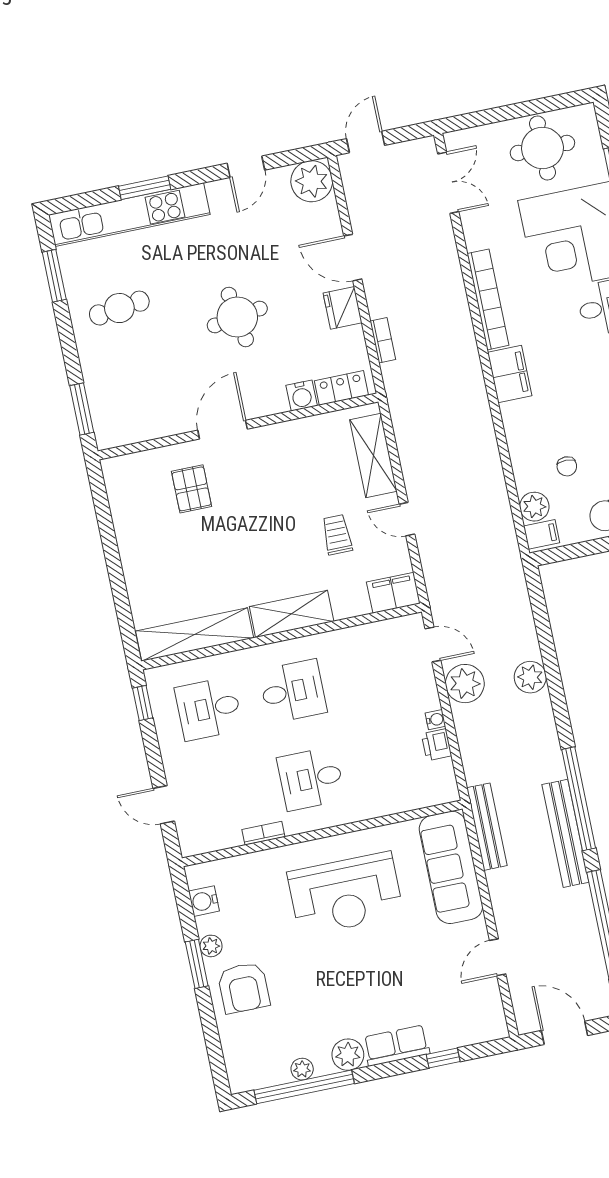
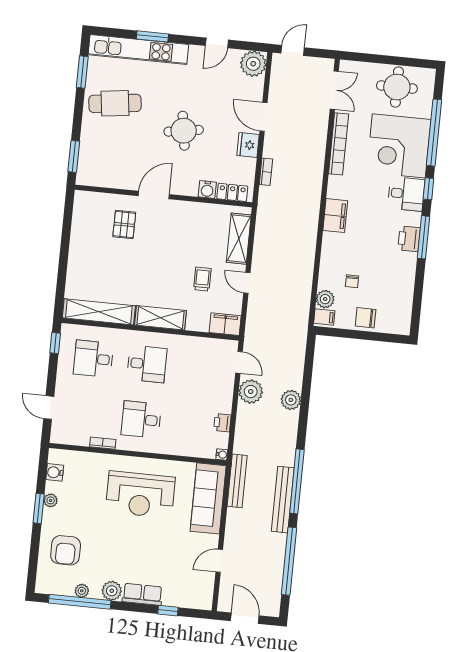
bookcase: (488, 299) -> (339, 144), moved
cafe table: (119, 308) -> (115, 103), width x1.37, depth x1.35
water cooler: (435, 720) -> (222, 455), moved
armchair: (244, 988) -> (66, 550), moved

